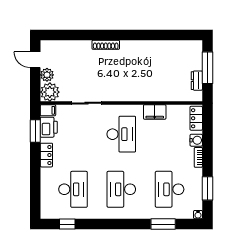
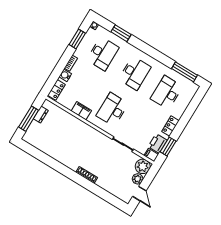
window: (67, 224) -> (185, 72), width x2.17

